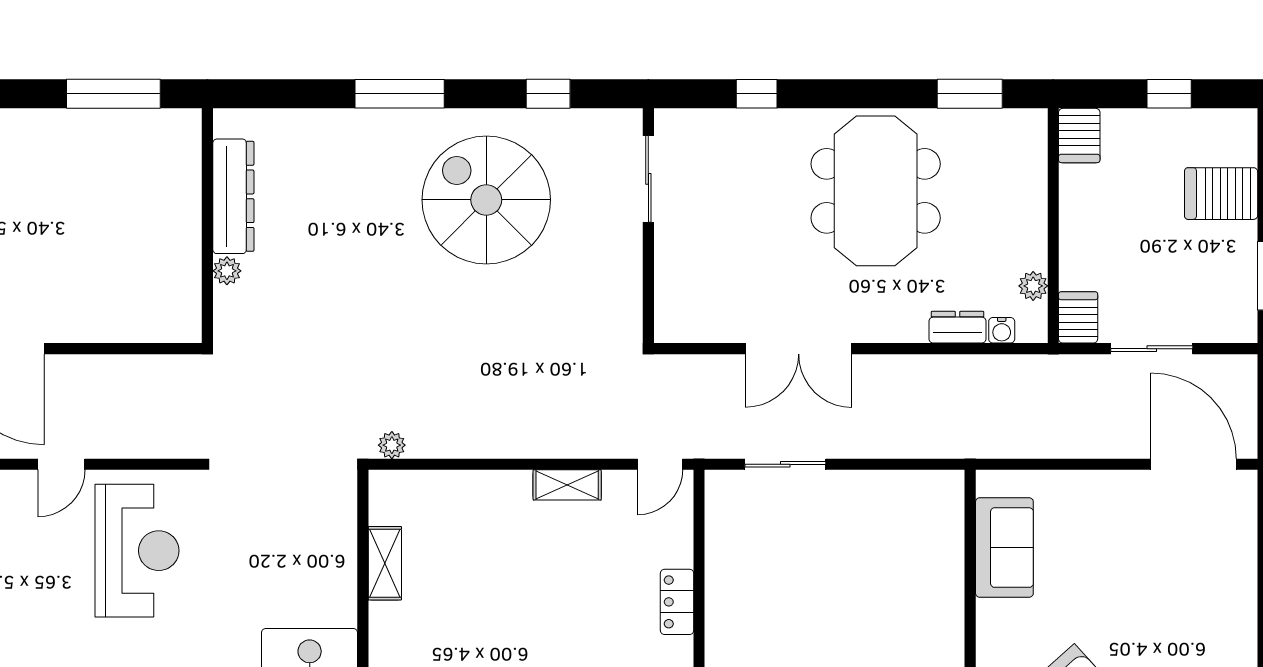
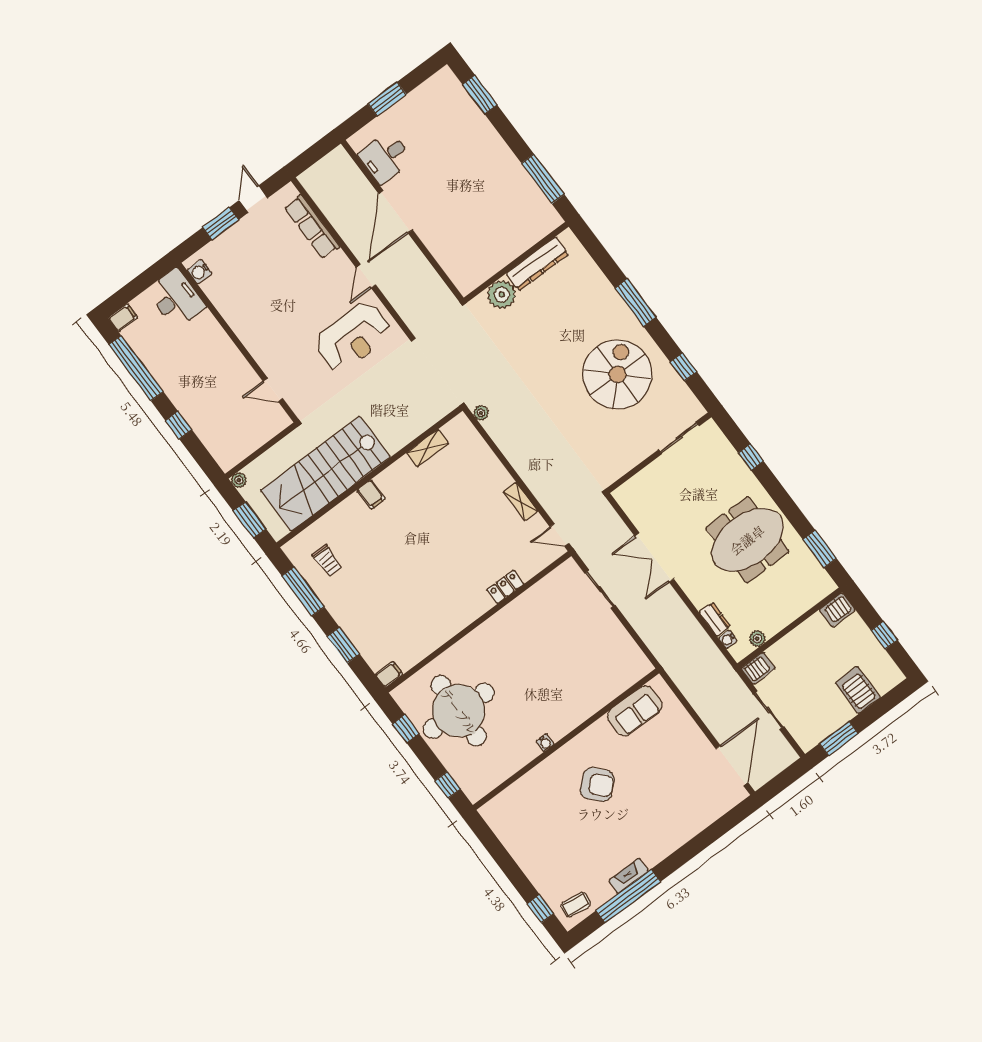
plant: (227, 271) -> (502, 295), width x1.87, depth x1.87
door: (61, 464) -> (366, 276), hinge flipped

